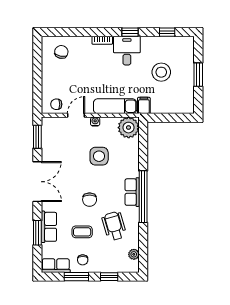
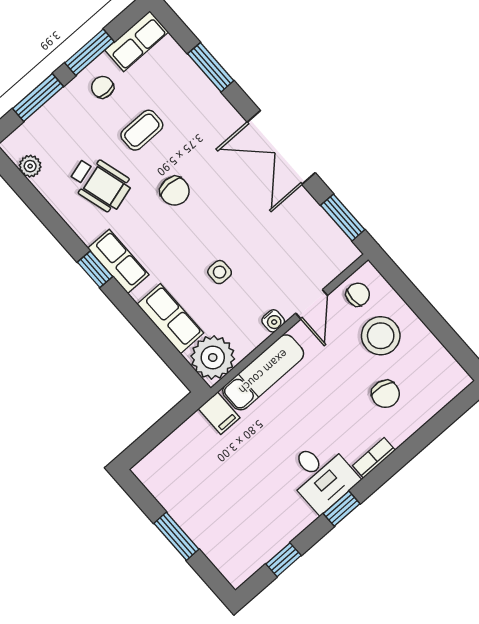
chair: (61, 52) -> (385, 394), moved
stool: (161, 72) -> (381, 336), moved
side table: (99, 156) -> (220, 272), width x0.54, depth x0.54
window: (143, 197) -> (95, 269), width x0.32
chair: (90, 200) -> (175, 191), turned 180
row of seats: (49, 227) -> (170, 319), moved, turned 180
window: (109, 277) -> (38, 98), width x1.50

